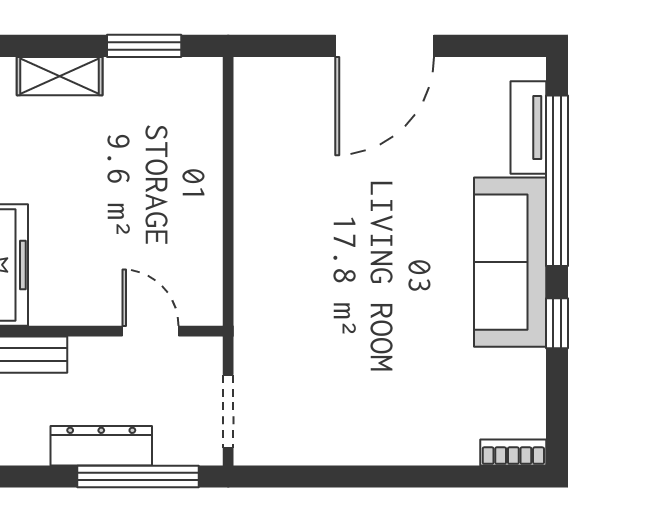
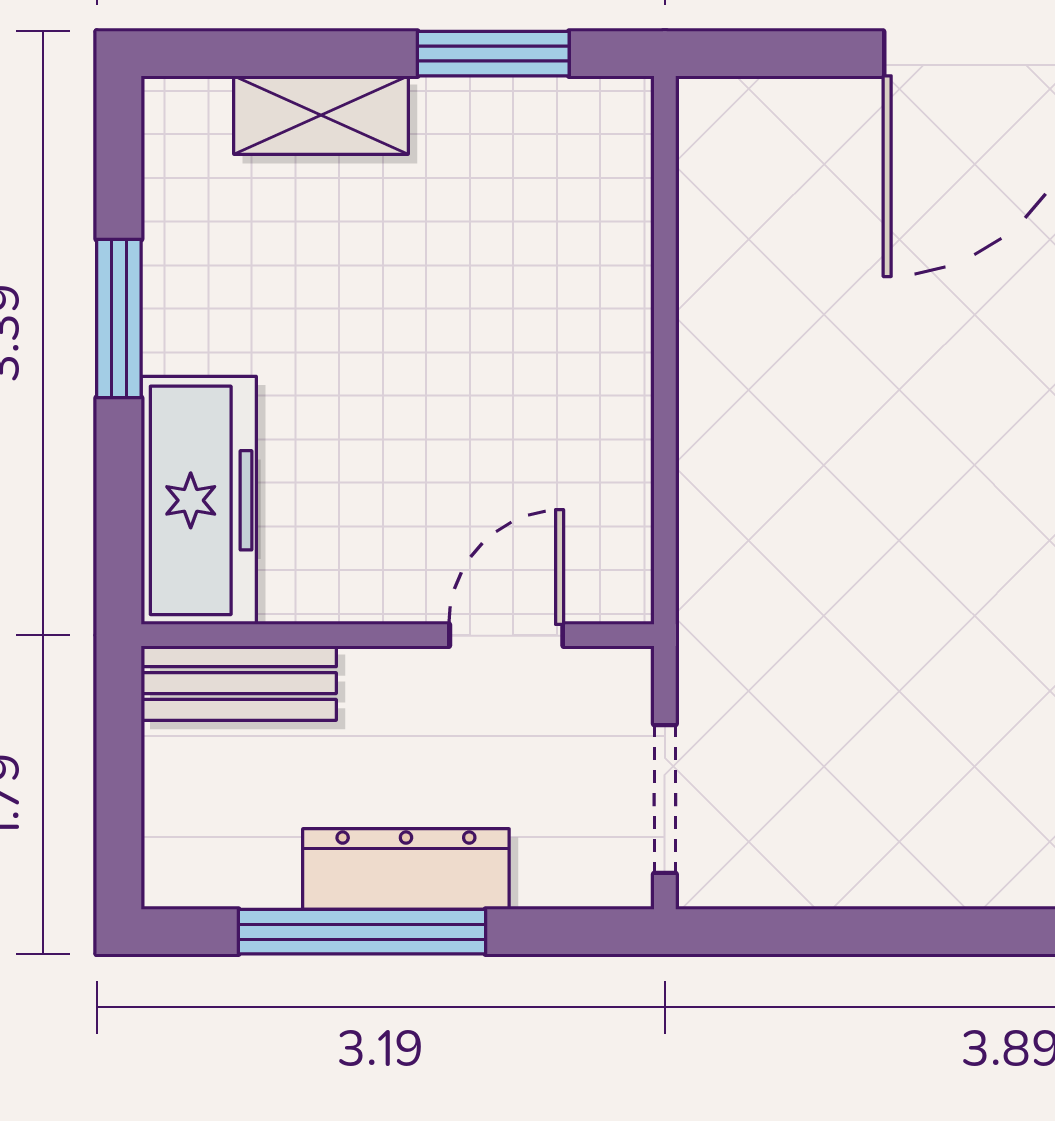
door: (150, 331) -> (506, 635), hinge flipped
window: (138, 476) -> (362, 932), moved

